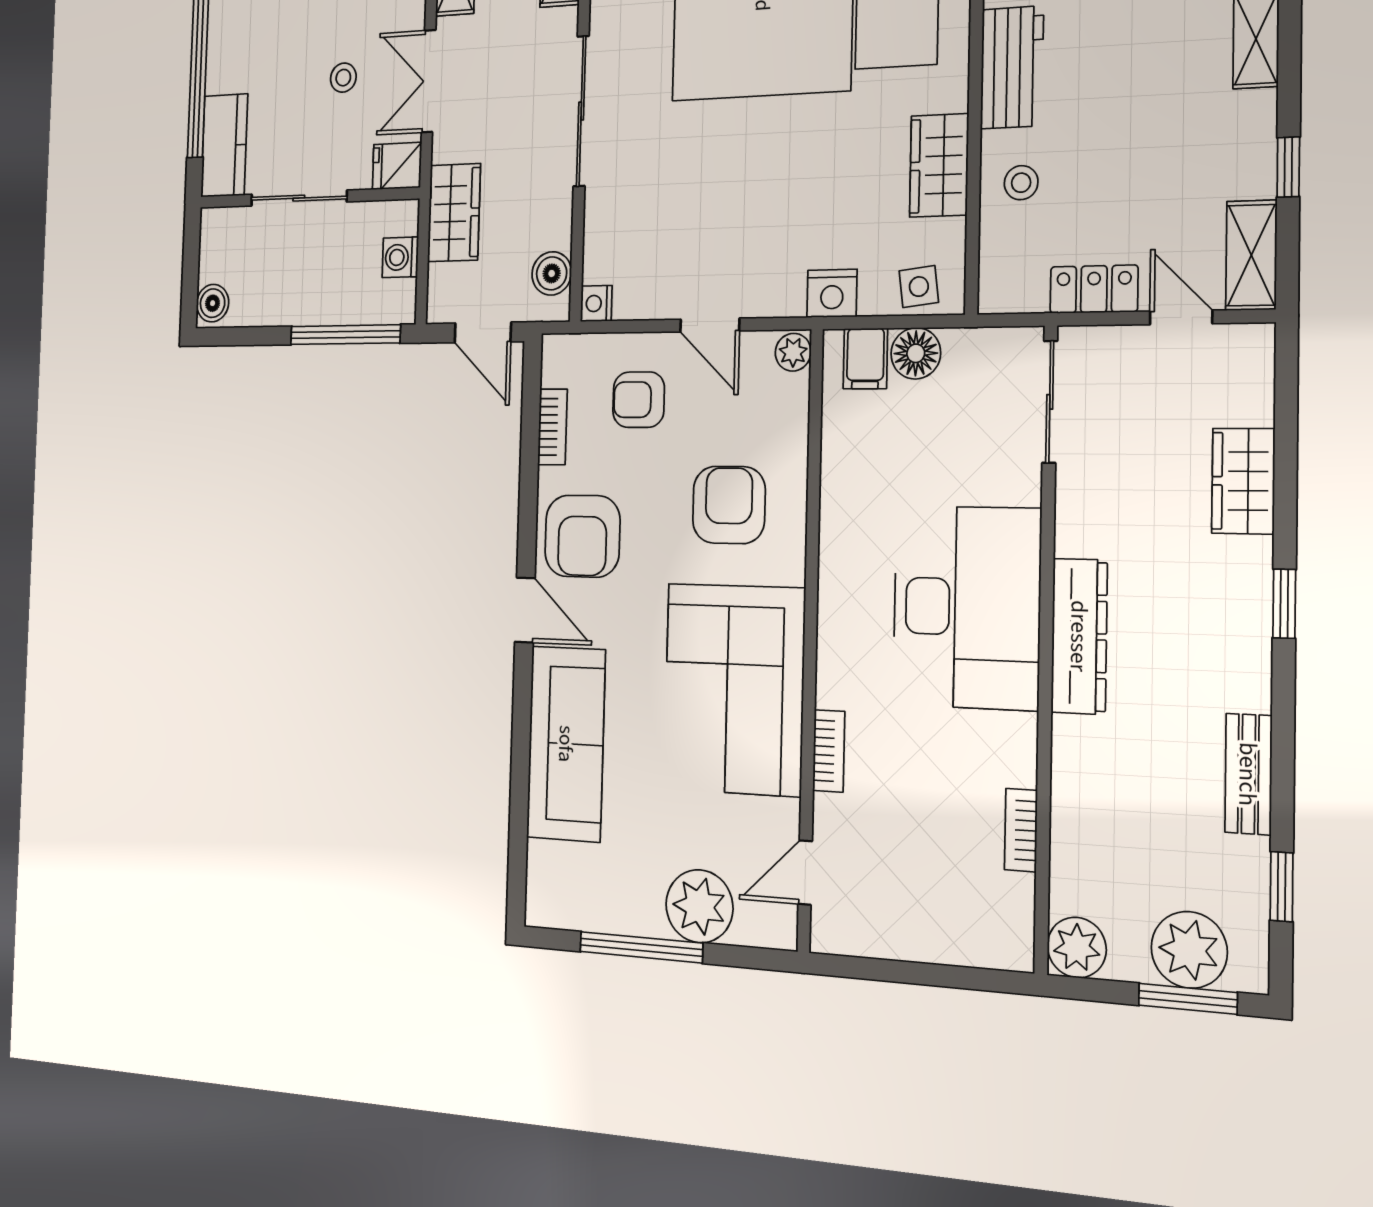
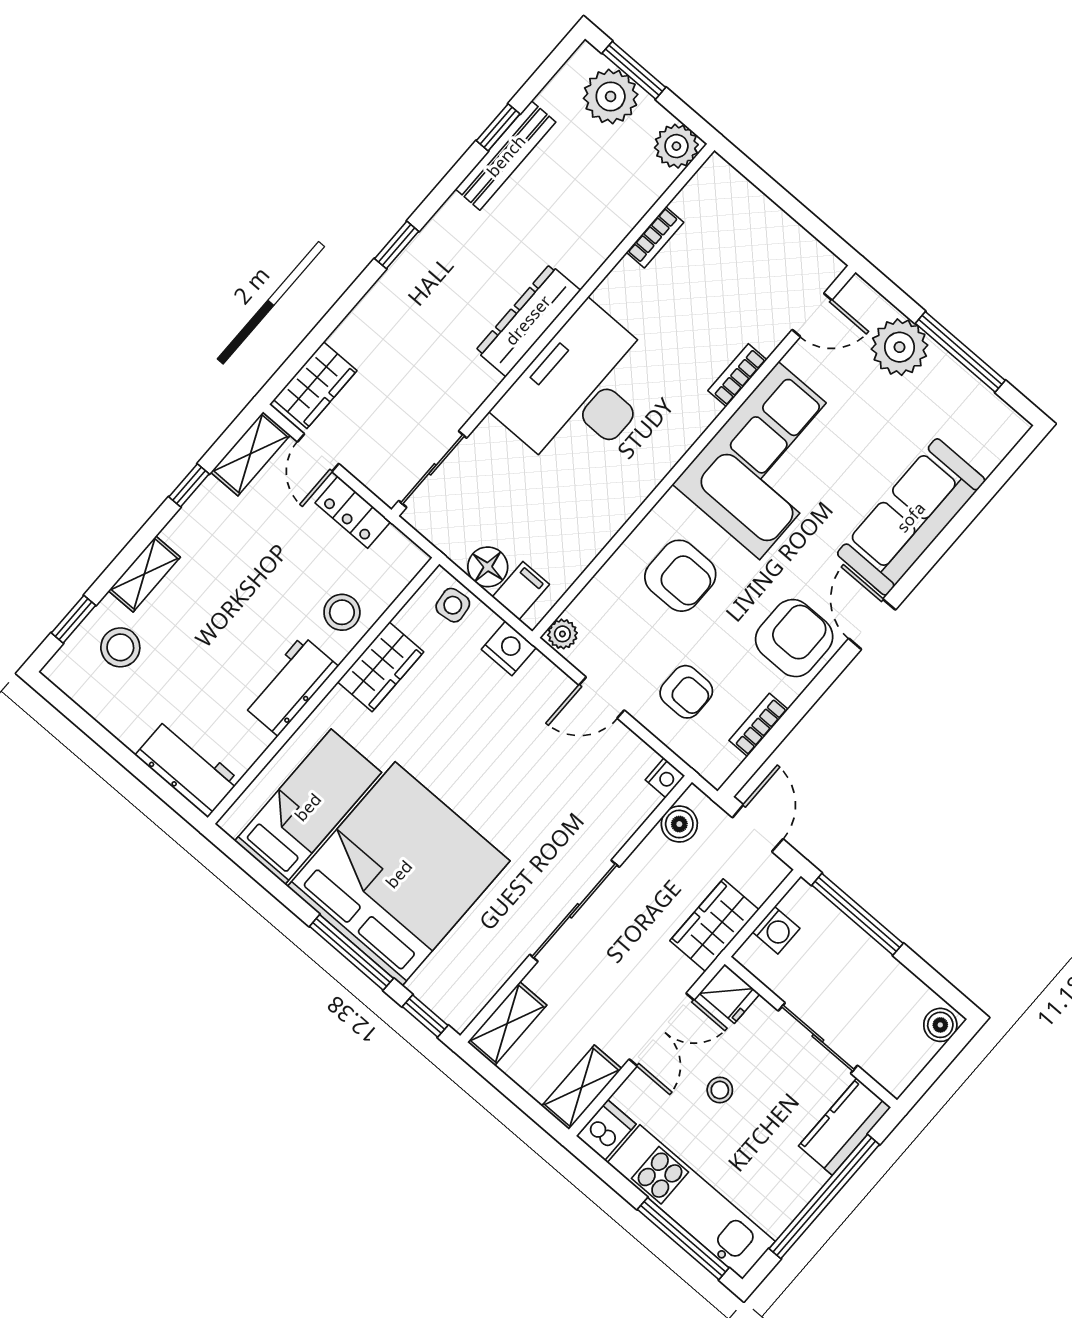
stool: (1021, 183) -> (342, 612), width x1.37, depth x1.37
door: (710, 325) -> (602, 698), swing flipped
wardrobe: (1243, 481) -> (315, 385), moved
armchair: (729, 505) -> (680, 576), turned -90
bench: (1248, 774) -> (506, 156), width x1.36
window: (1282, 887) -> (498, 127), moved

